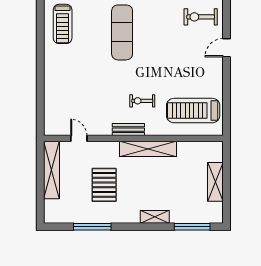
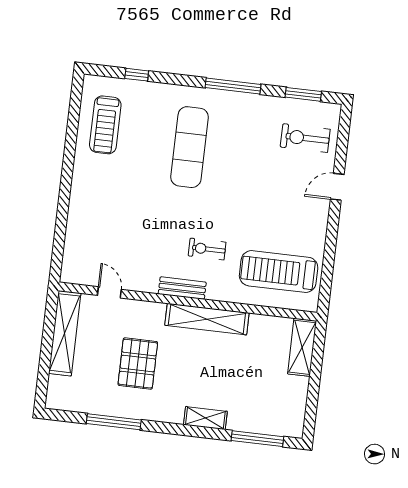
shelving: (215, 182) -> (302, 347), moved

